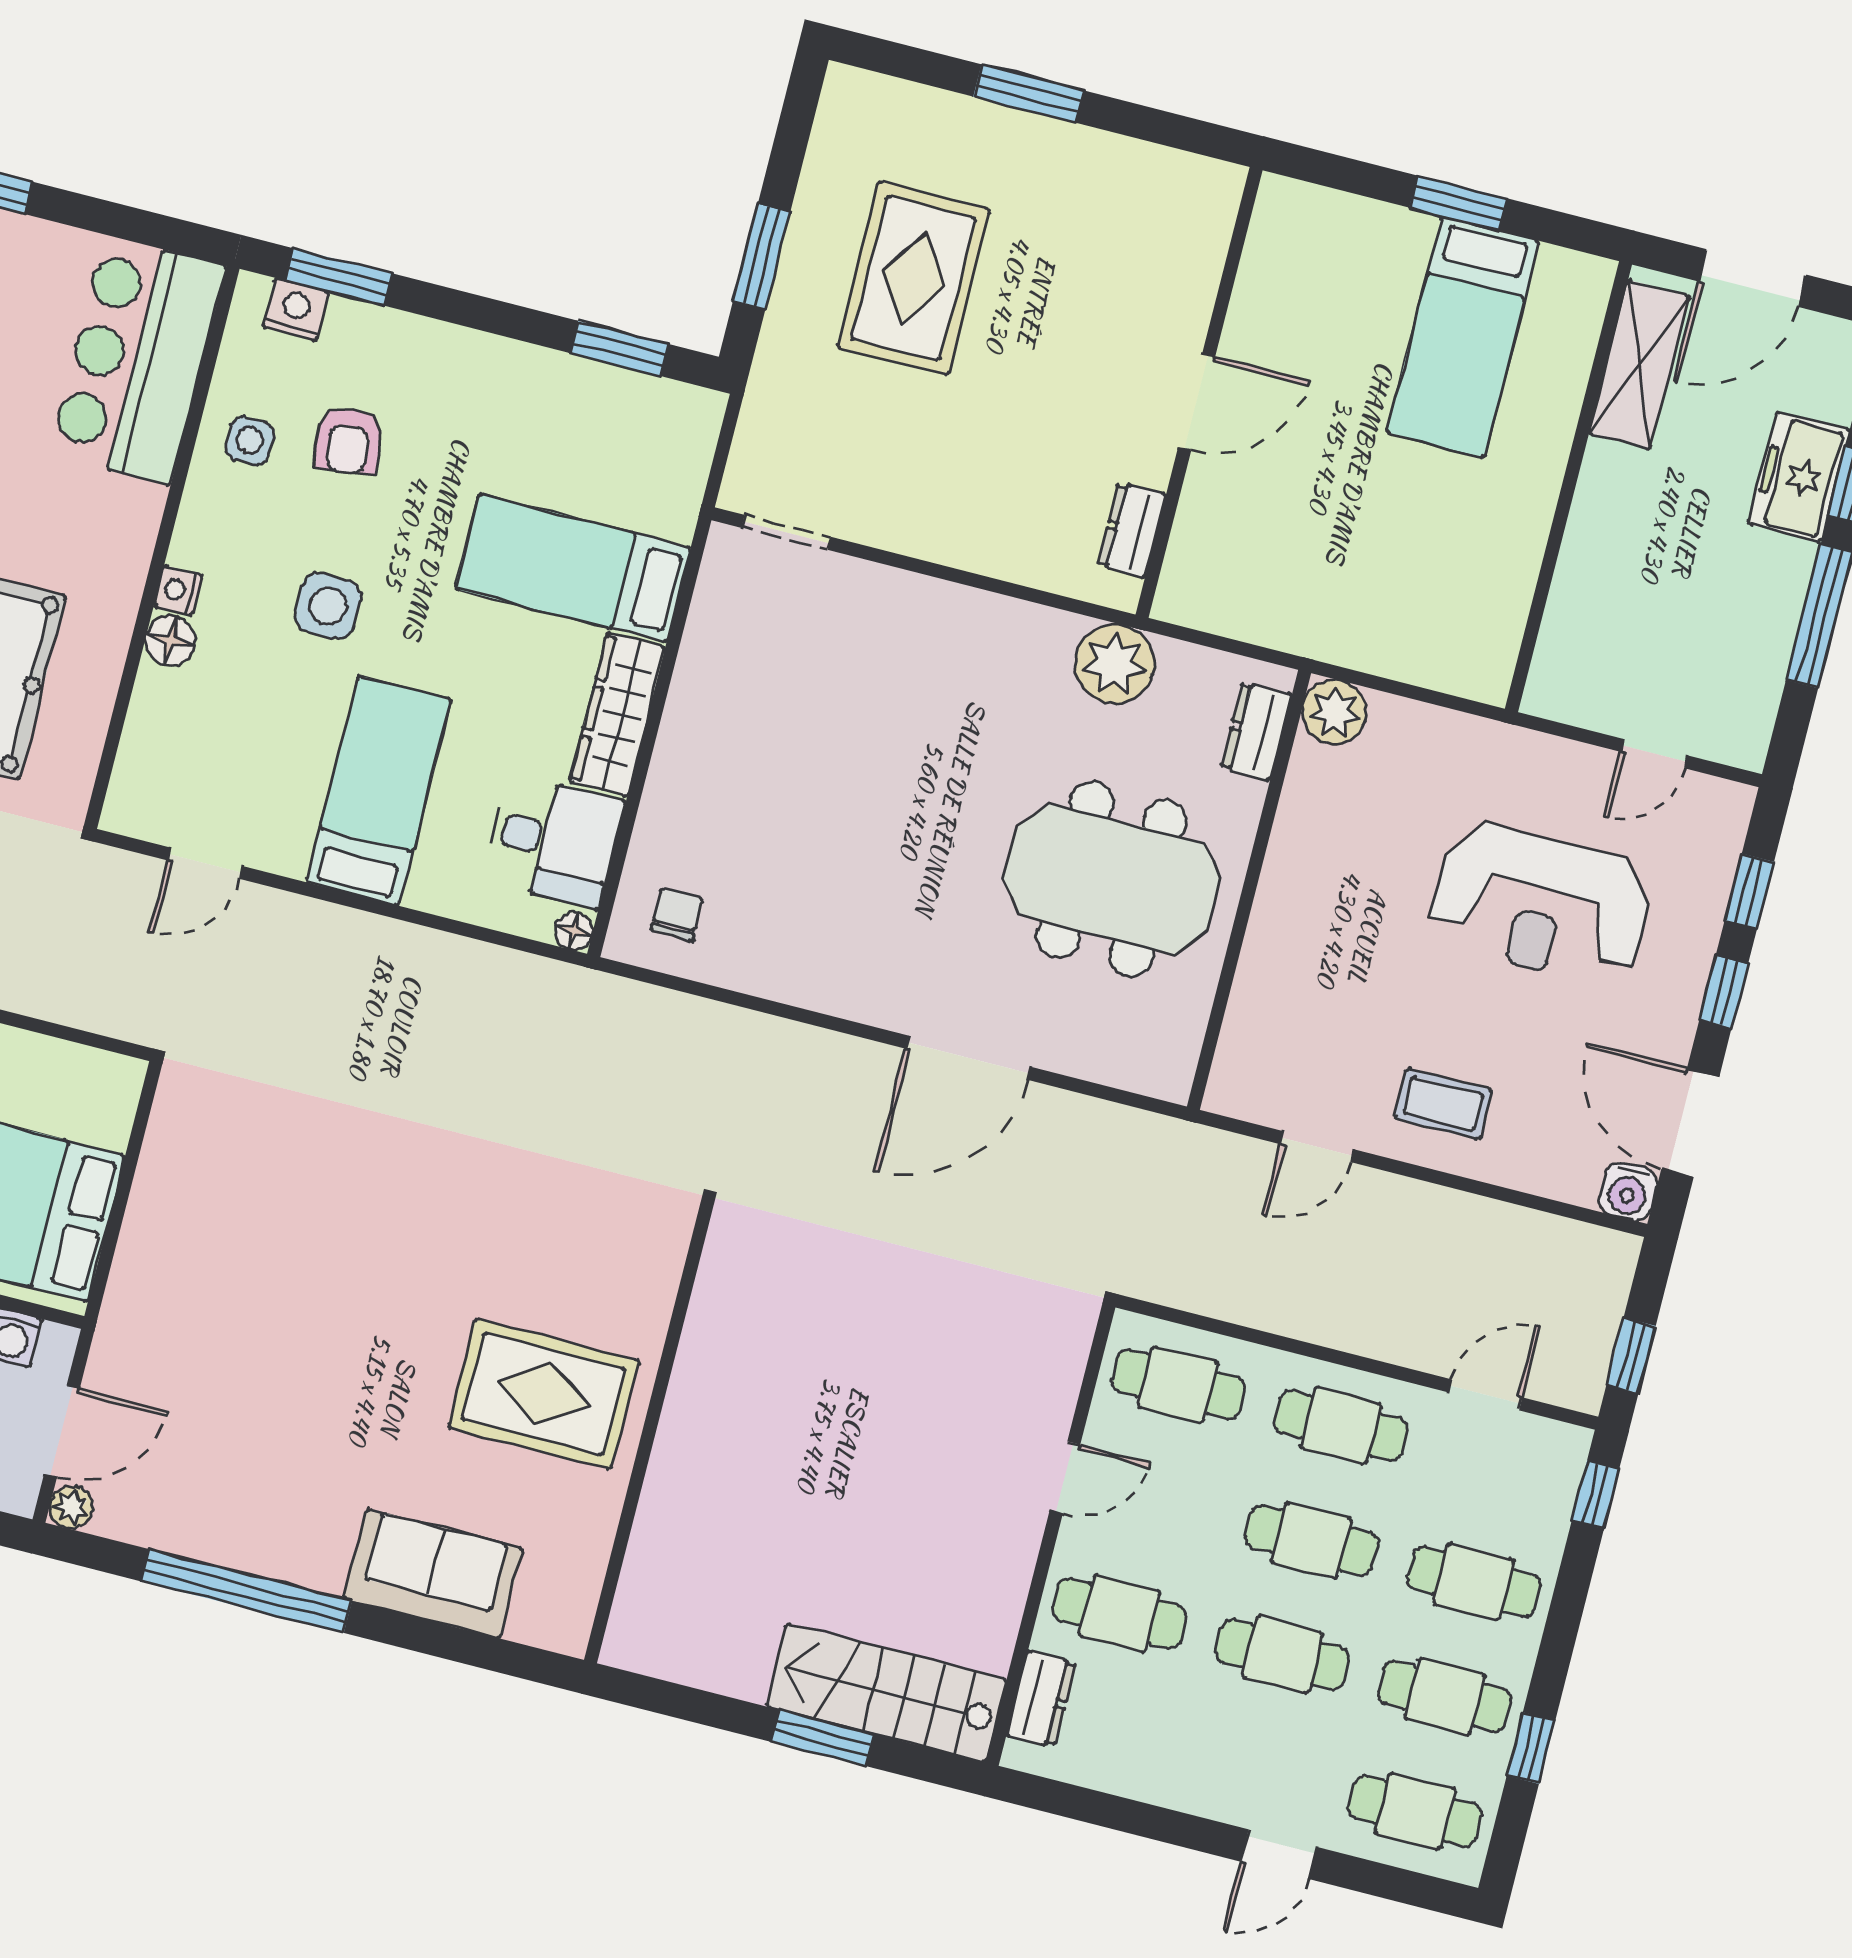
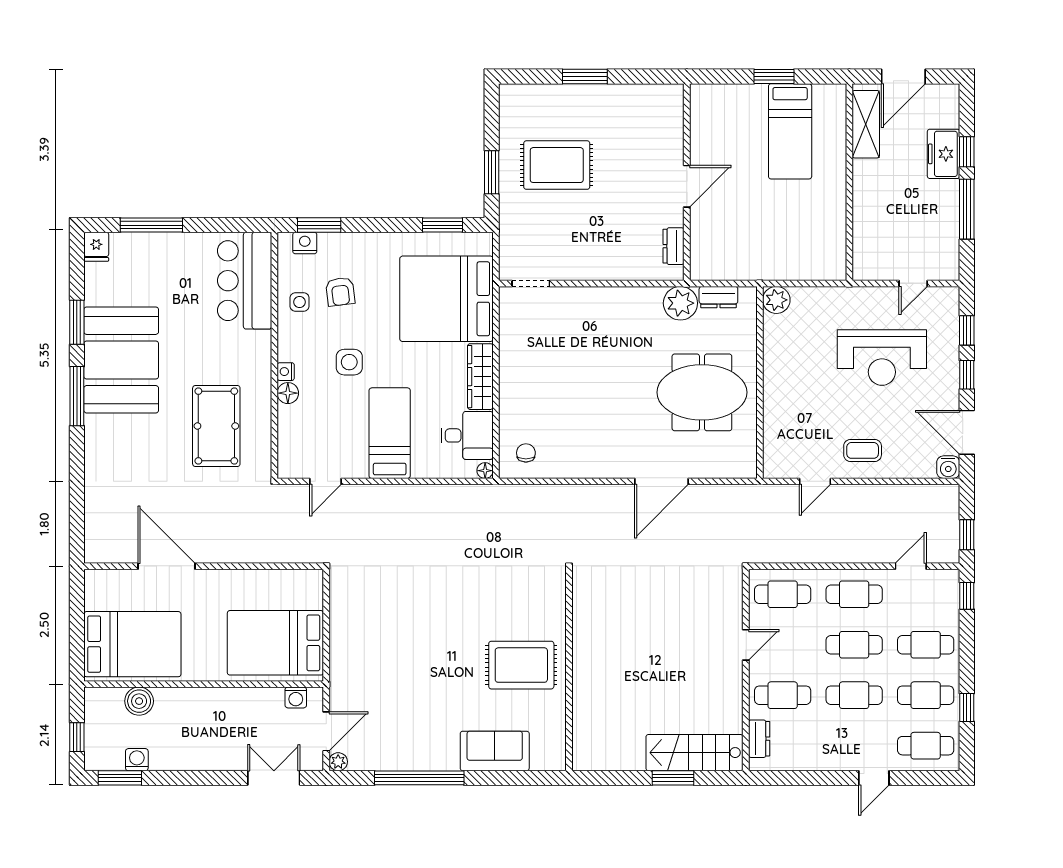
rug: (914, 278) -> (557, 165), turned 90
bed: (573, 568) -> (447, 299), width x2.04
dresser: (1257, 731) -> (718, 297), moved, turned -90

